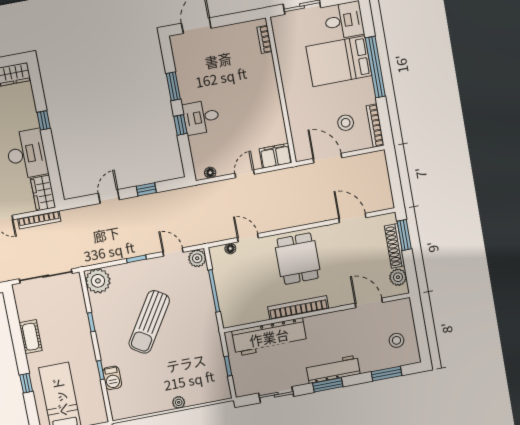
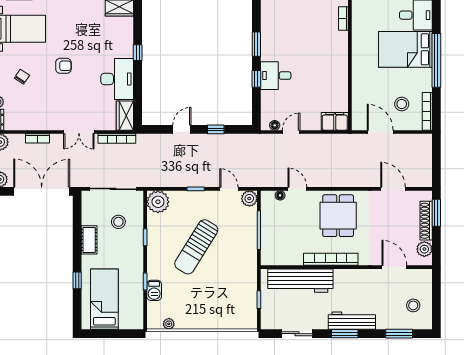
door: (245, 174) -> (291, 132), moved
stool: (59, 311) -> (118, 222), added
plant: (179, 402) -> (169, 324), moved

